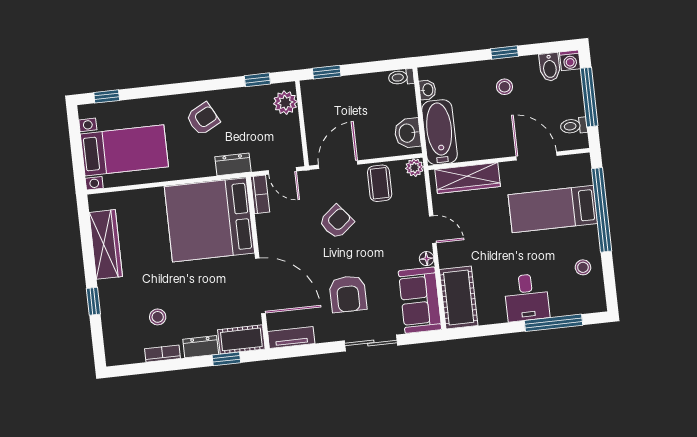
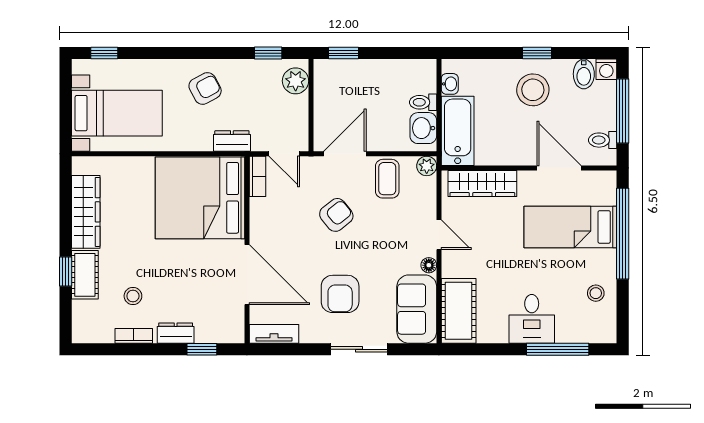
toilet: (401, 77) -> (423, 102), moved
stool: (504, 87) -> (533, 90), width x1.89, depth x1.89
cot: (241, 339) -> (85, 275), moved, turned 90

